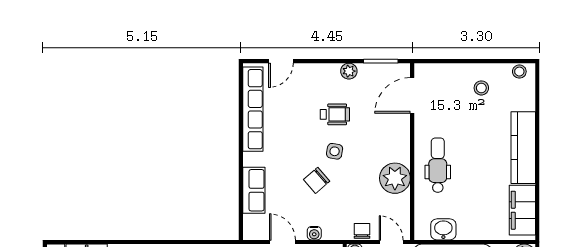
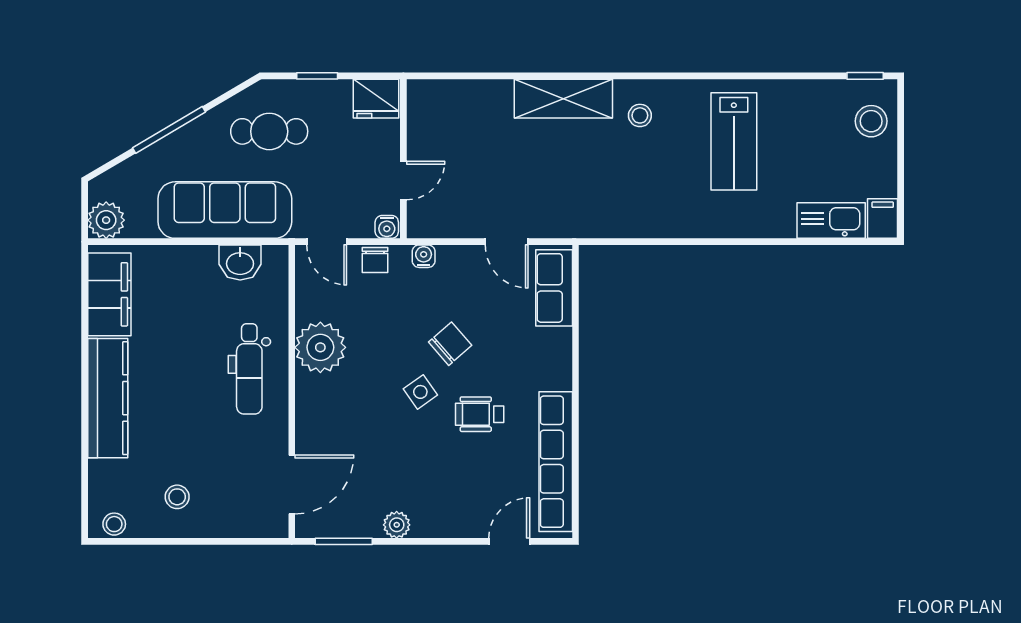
wheelchair: (335, 114) -> (480, 414), moved
side table: (335, 151) -> (420, 392), turned 45
row of seats: (254, 190) -> (554, 288), moved
water cooler: (314, 233) -> (424, 256), moved

